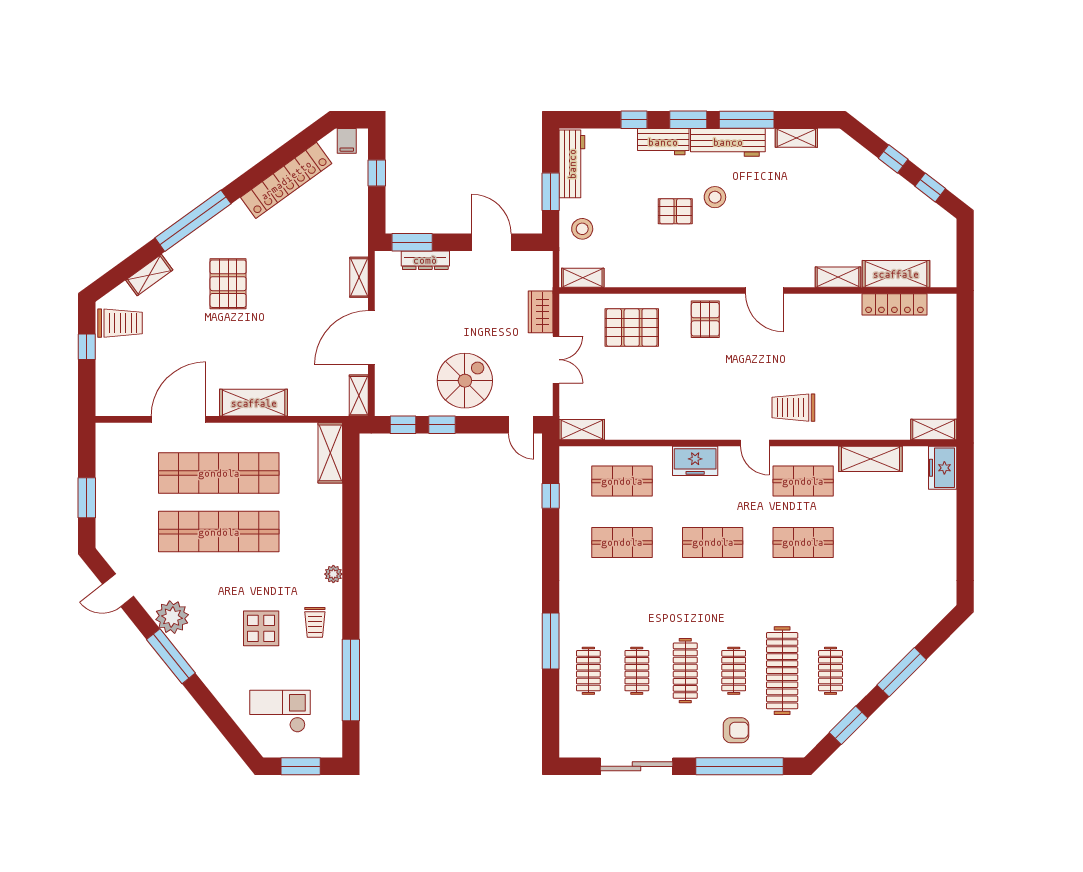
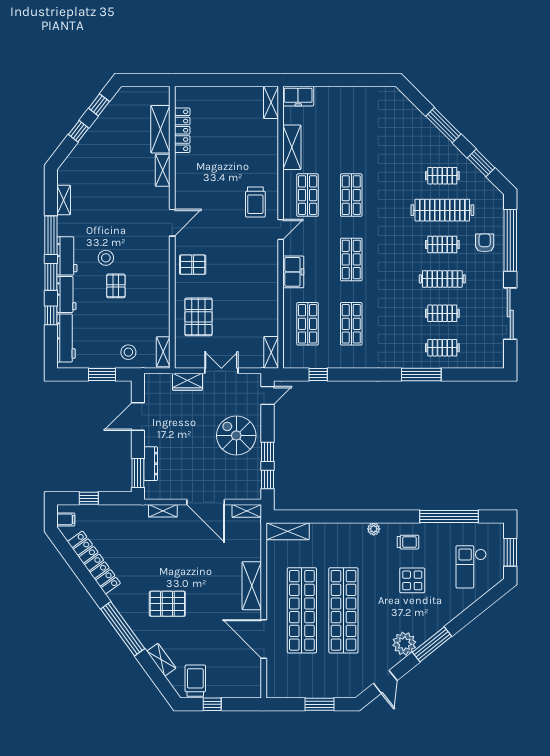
workbench: (728, 142) -> (67, 256), width x0.73
workbench: (572, 164) -> (66, 338), moved, turned 90

